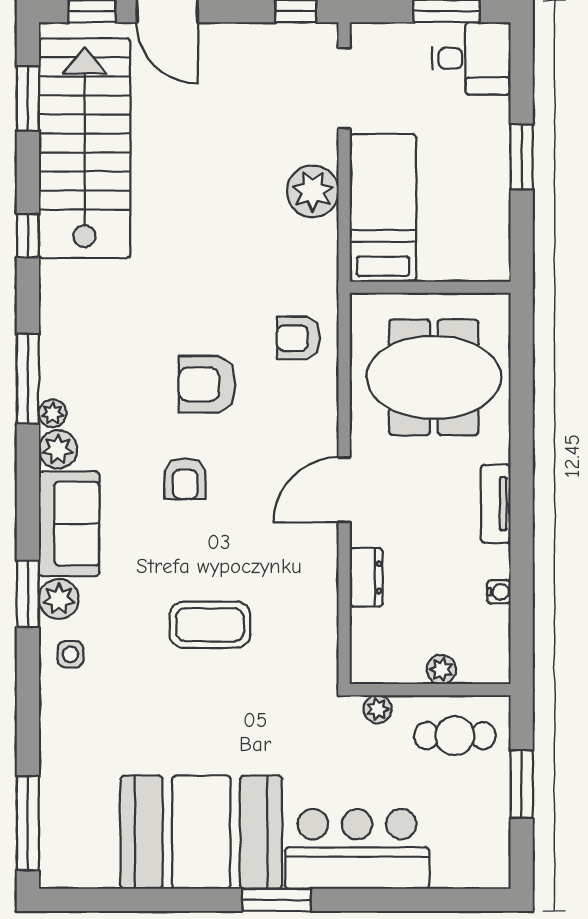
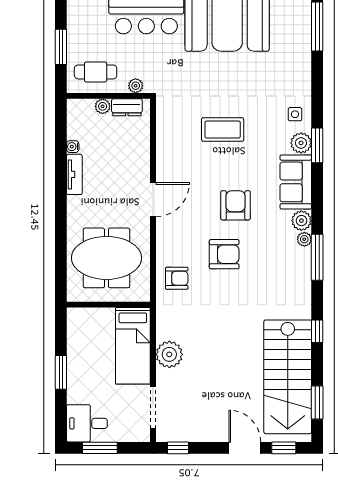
armchair: (185, 479) -> (236, 205), width x1.38, depth x1.38
tv unit: (496, 504) -> (74, 174), moved
dresser: (366, 577) -> (127, 107), moved, turned -90

